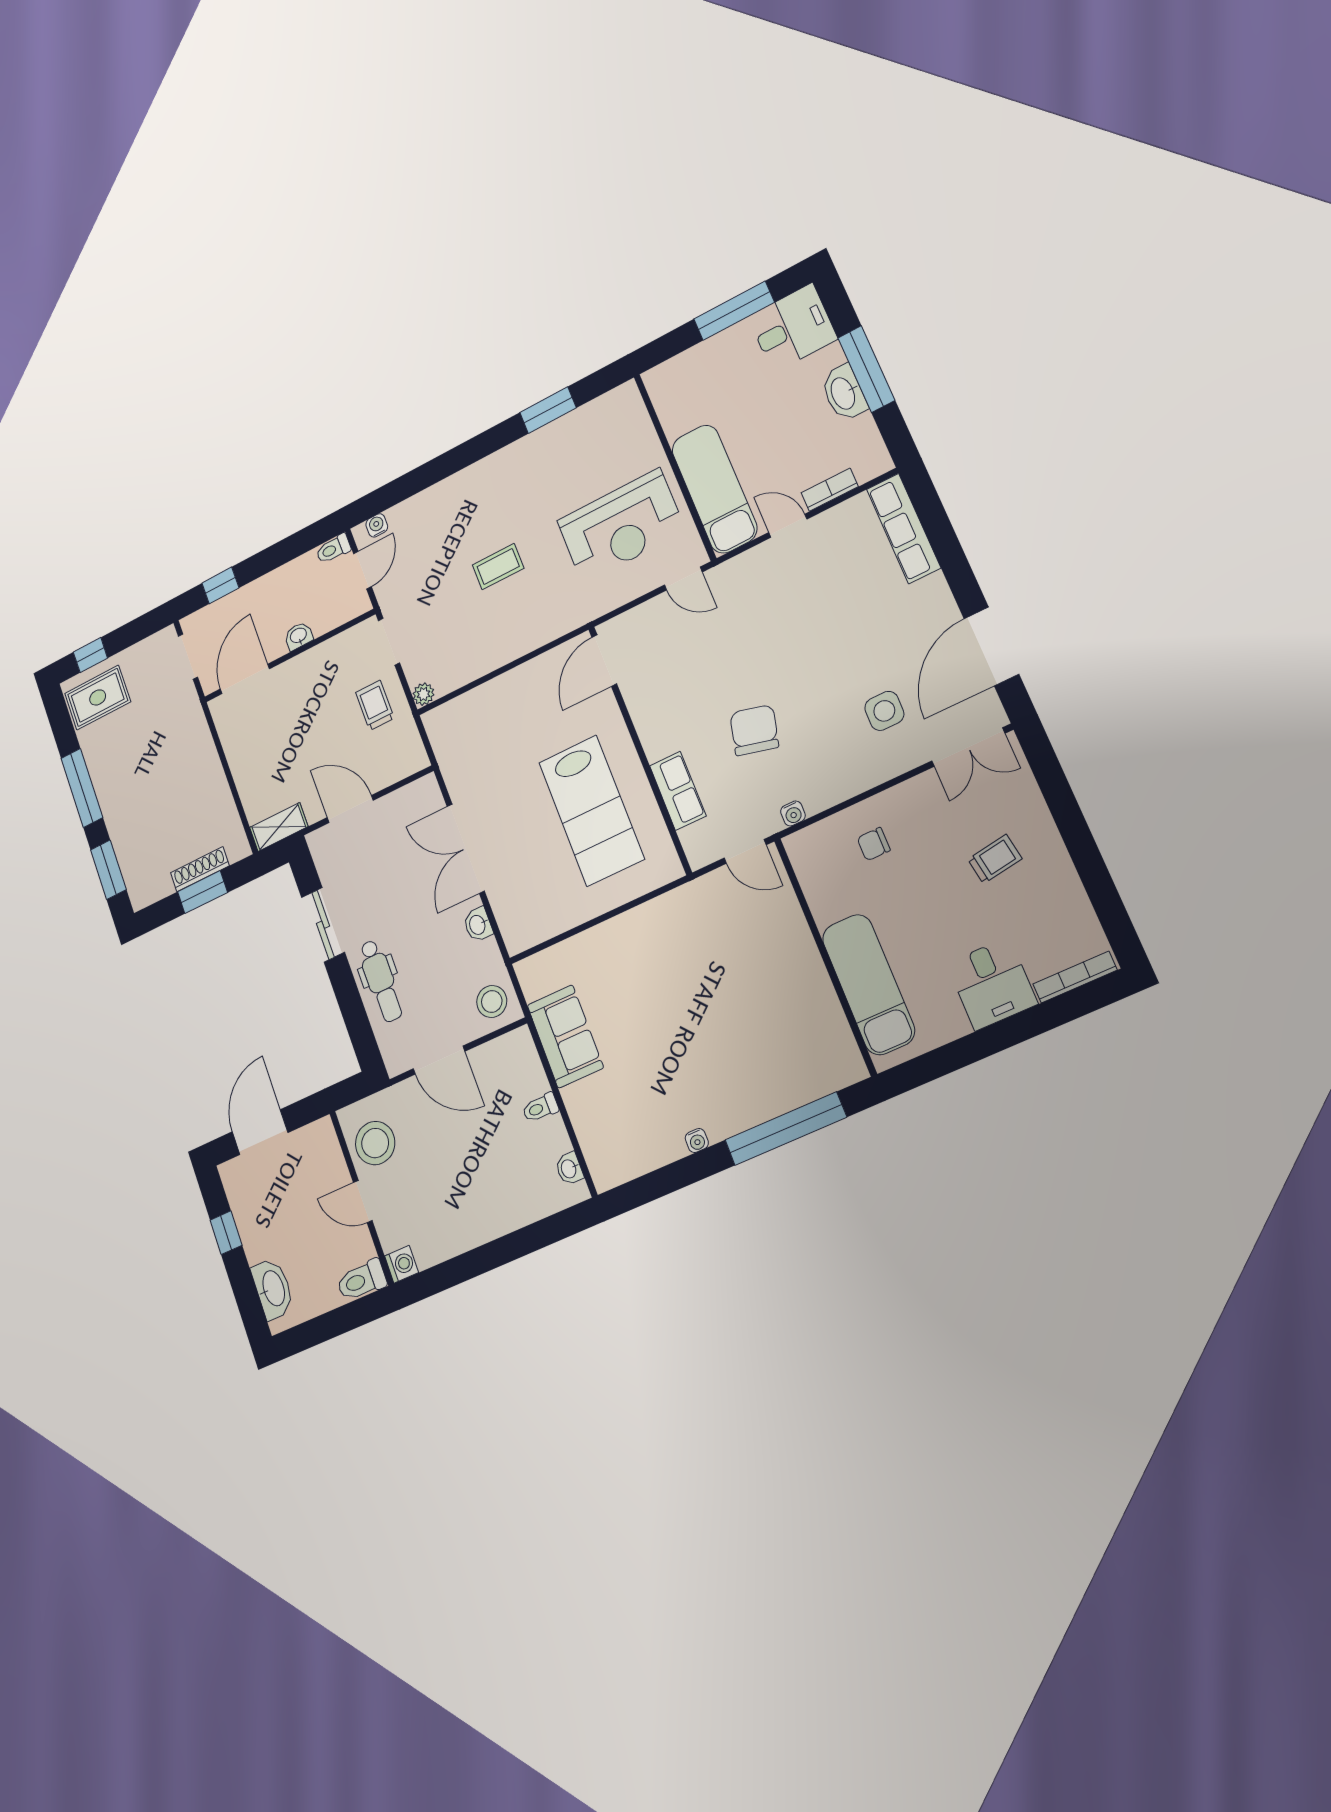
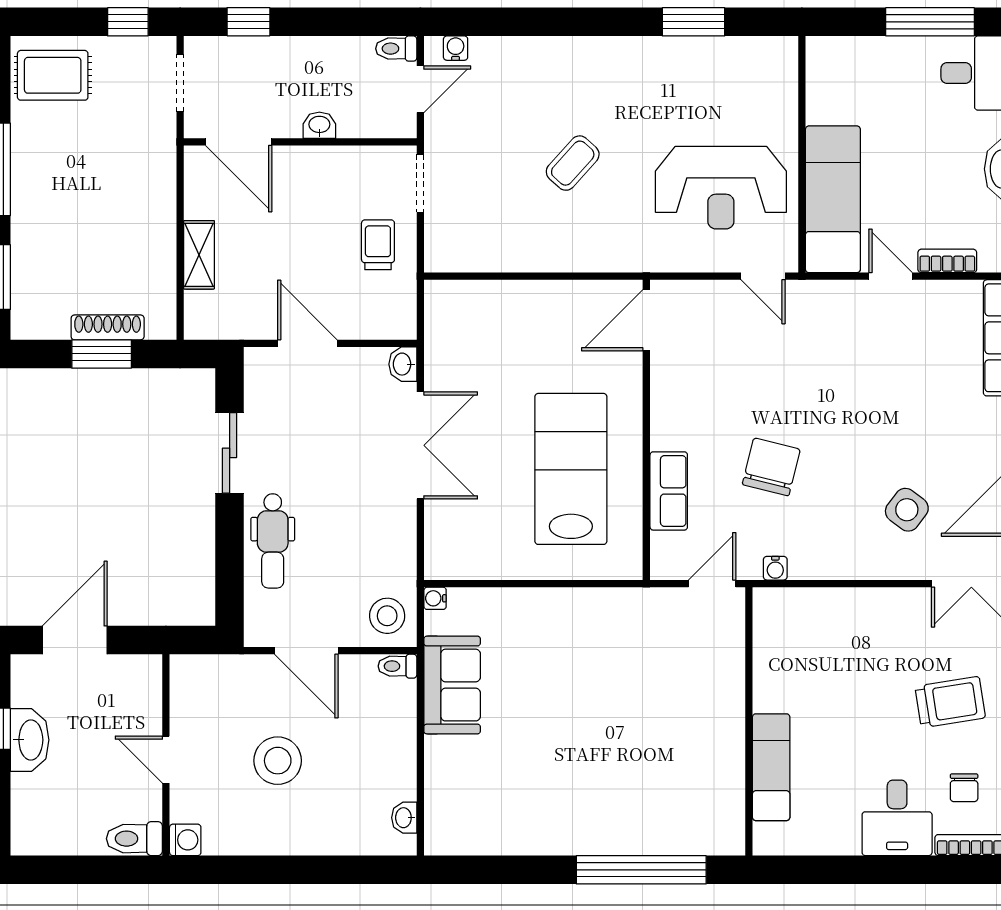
coffee table: (498, 567) -> (573, 163), turned -48
window: (90, 655) -> (128, 22), moved
door: (245, 679) -> (239, 142), swing flipped
plant: (423, 694) -> (437, 259), removed
side table: (884, 711) -> (907, 510), turned 37
lab bench: (591, 811) -> (571, 469), turned 180
shelving: (279, 827) -> (199, 255), moved, turned 90
chair: (874, 844) -> (964, 788), moved, turned -90
double door: (466, 849) -> (420, 445), swing flipped
door: (745, 851) -> (712, 584), swing flipped
trolley: (995, 859) -> (950, 702), width x1.36, depth x1.39
washbasin: (478, 925) -> (403, 364), moved
exam couch: (868, 984) -> (771, 767), width x0.73, depth x0.69
toilet: (540, 1108) -> (397, 666), moved
water cooler: (697, 1141) -> (435, 598), moved, turned 90
stool: (375, 1143) -> (278, 761), moved
washbasin: (273, 1289) -> (30, 740), moved

